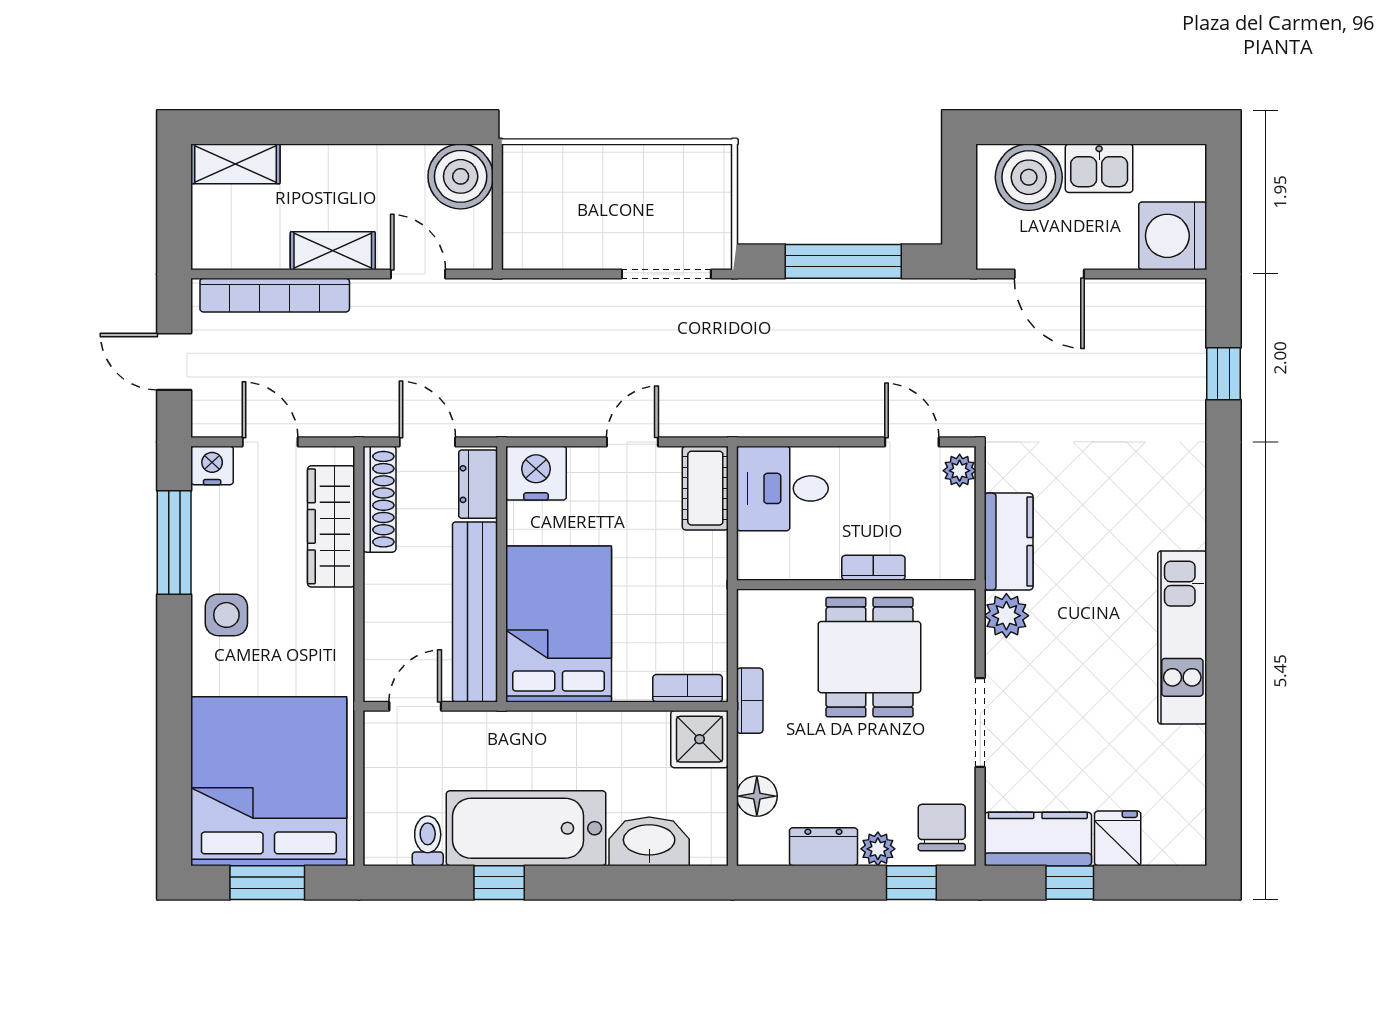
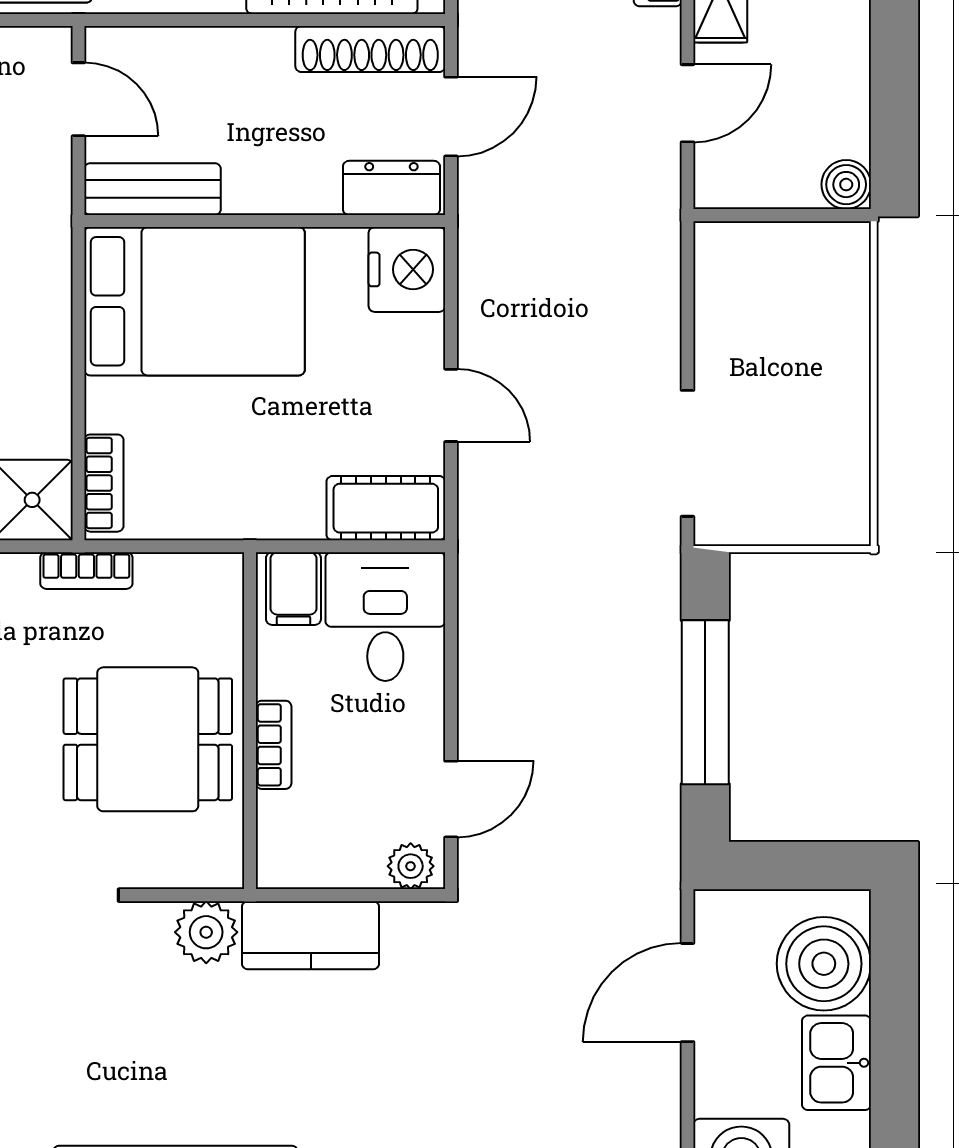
boiler: (461, 176) -> (846, 185), width x0.54, depth x0.54
filing cabinet: (762, 554) -> (293, 589), added
bench: (475, 612) -> (153, 189), width x0.54, depth x0.82

